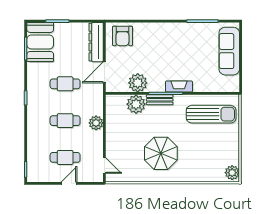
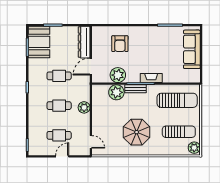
armchair: (122, 36) -> (120, 44), moved
sun lounger: (213, 153) -> (179, 132), added

